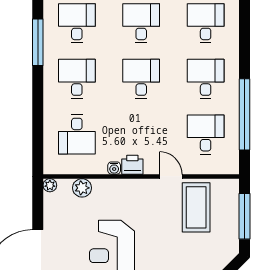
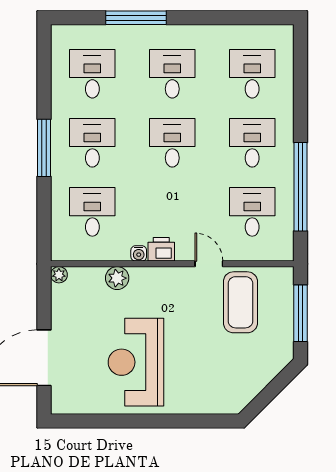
window: (38, 42) -> (44, 148), moved
desk: (77, 135) -> (92, 212), turned 180
plant: (82, 188) -> (117, 278), moved

